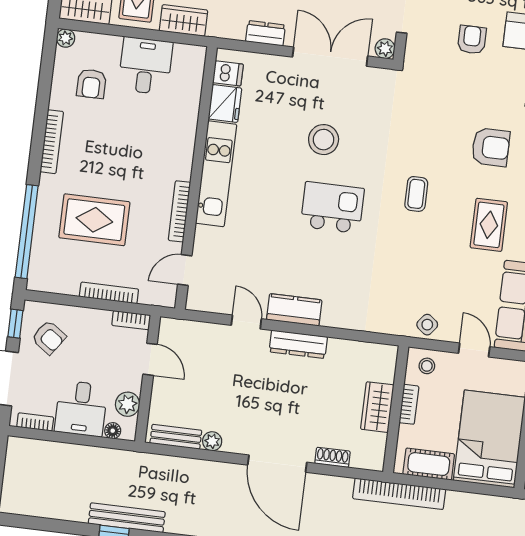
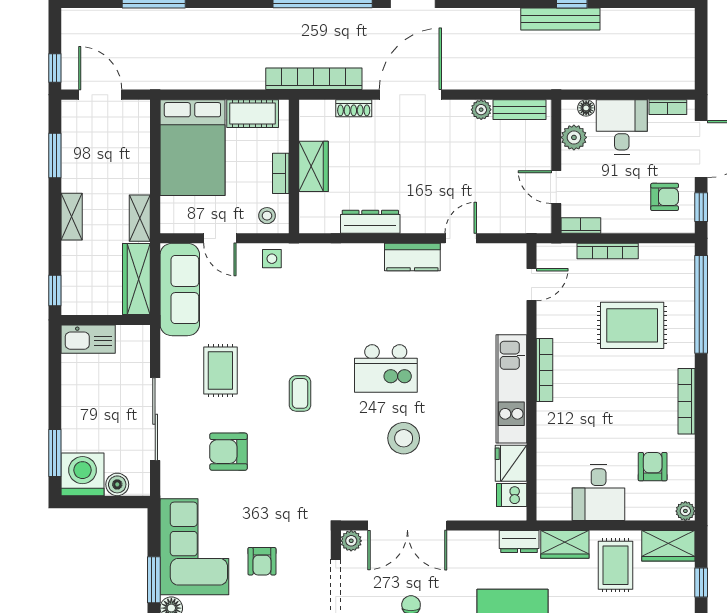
dresser: (265, 33) -> (519, 542), moved
bookcase: (179, 211) -> (545, 370), moved
door: (246, 322) -> (461, 238), swing flipped
side table: (427, 325) -> (272, 259), turned -38
armchair: (49, 337) -> (665, 197), turned 145
dresser: (298, 344) -> (370, 222), moved
door: (277, 464) -> (410, 95), hinge flipped
bookcase: (399, 494) -> (314, 79), moved

